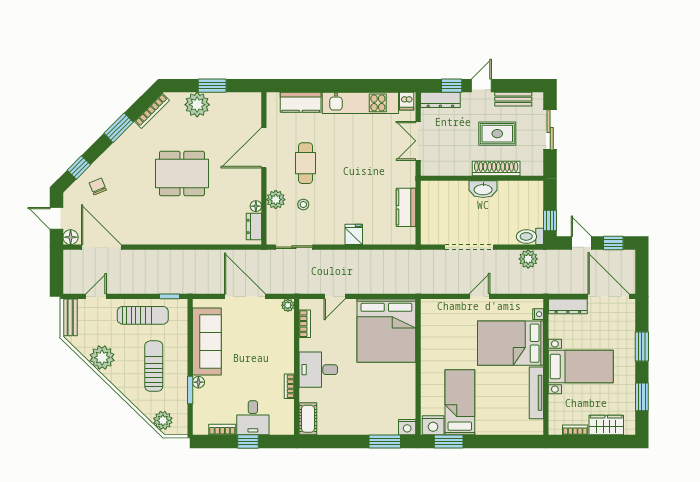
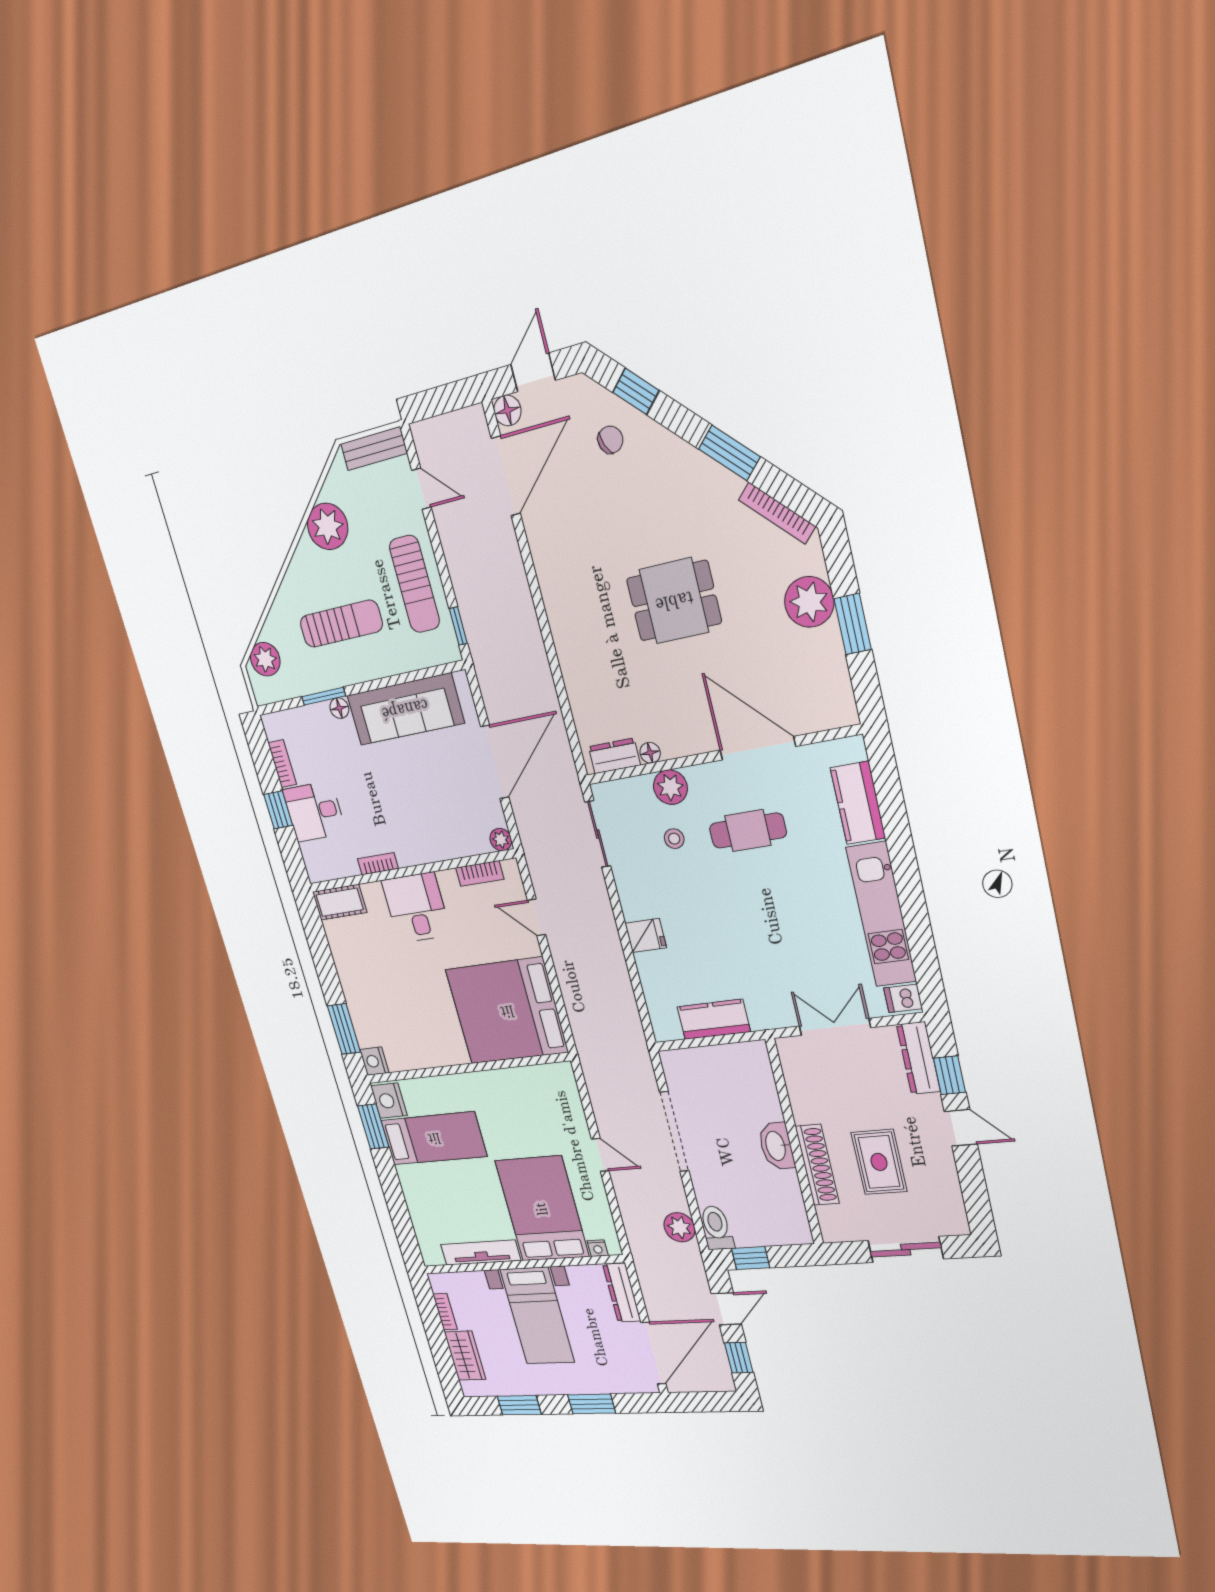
bench: (513, 99) -> (947, 1184), removed
dining table: (182, 173) -> (674, 601), width x0.73

